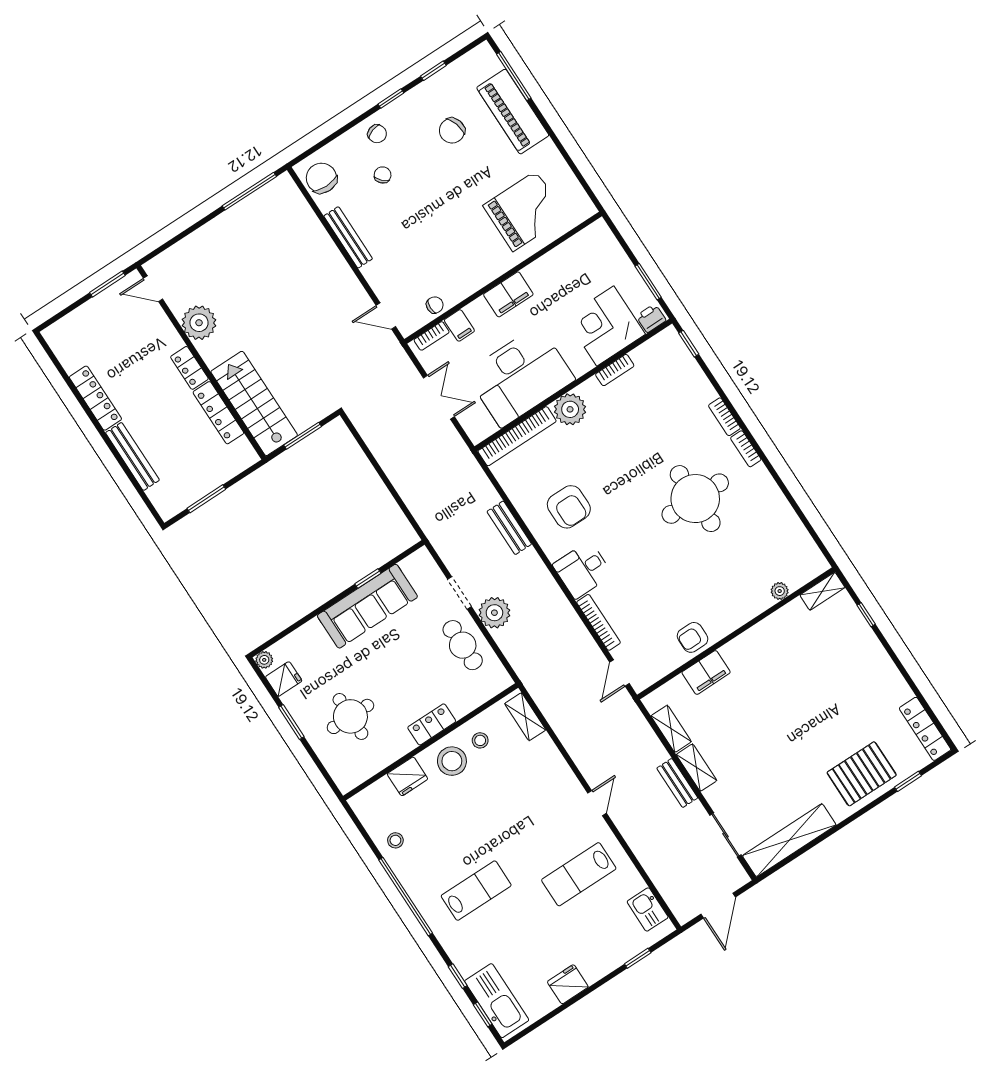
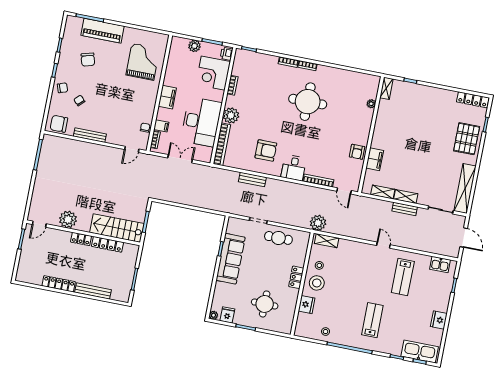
plant: (618, 262) -> (194, 46), added
plant: (494, 613) -> (318, 223), moved

